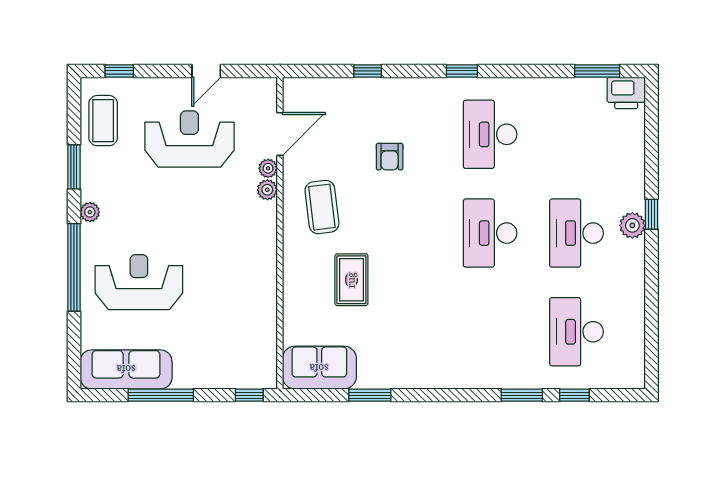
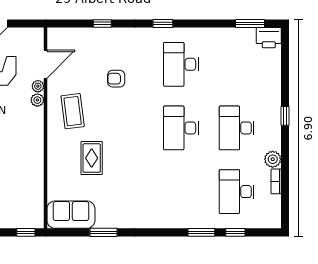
armchair: (390, 157) -> (116, 79), turned 90
plant: (632, 225) -> (273, 159), moved
bookcase: (638, 316) -> (276, 181), added

